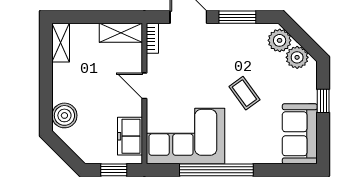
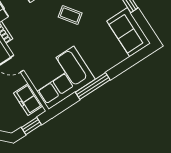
coffee table: (244, 93) -> (70, 15), moved
window: (216, 170) -> (93, 86), width x0.68

